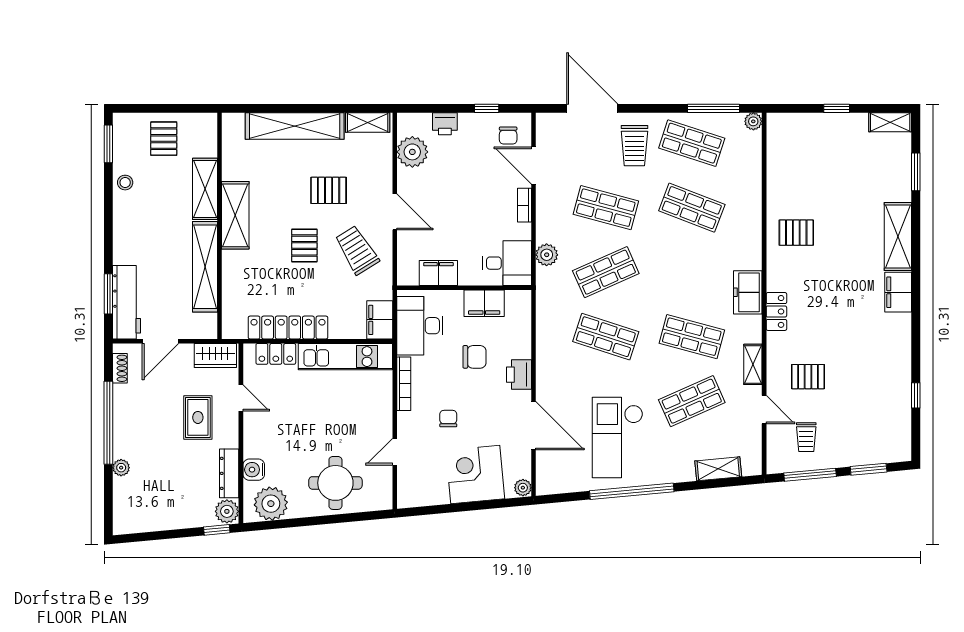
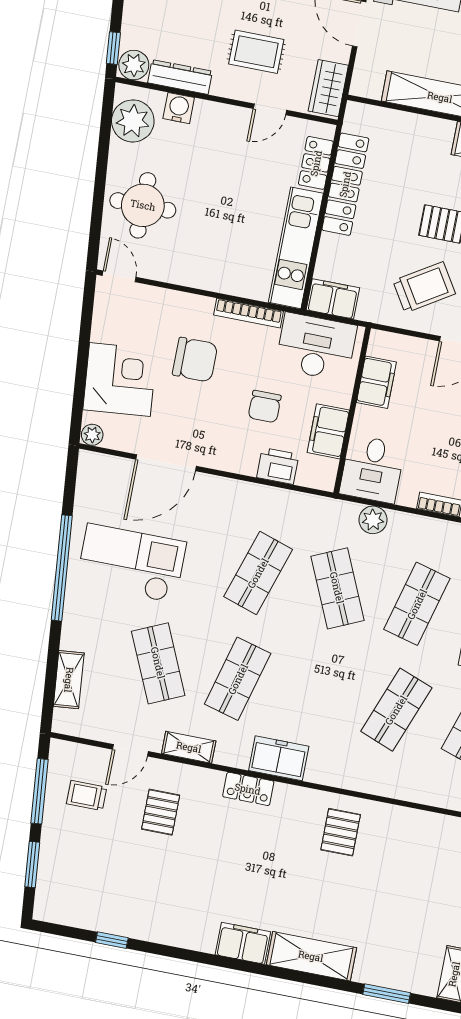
printer: (519, 375) -> (278, 466), moved
chair: (448, 419) -> (195, 360), width x1.87, depth x1.87
door: (395, 452) -> (119, 276), moved

